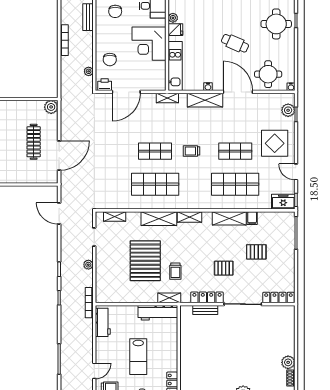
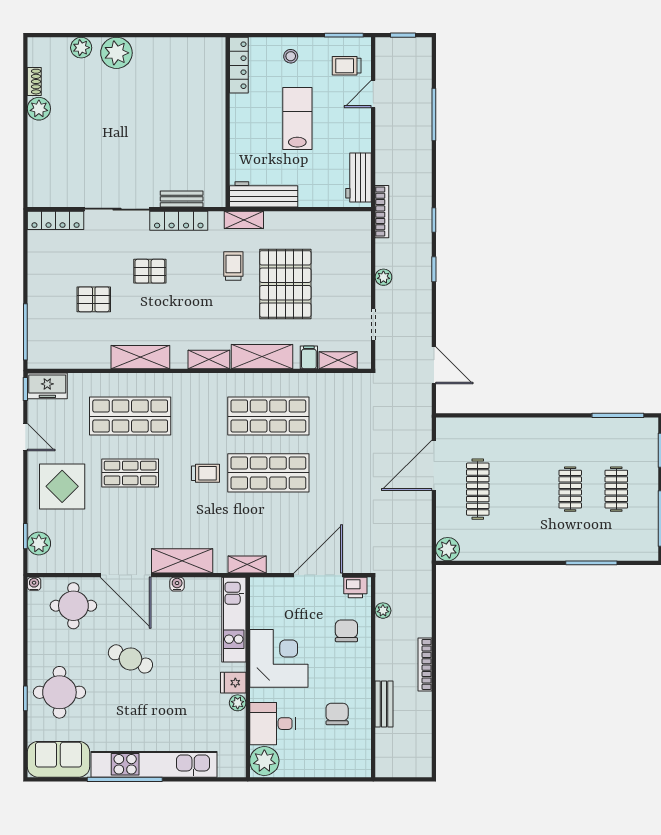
shop shelf: (155, 151) -> (268, 473), width x1.43, depth x1.36
filing cabinet: (252, 218) -> (309, 357), moved

